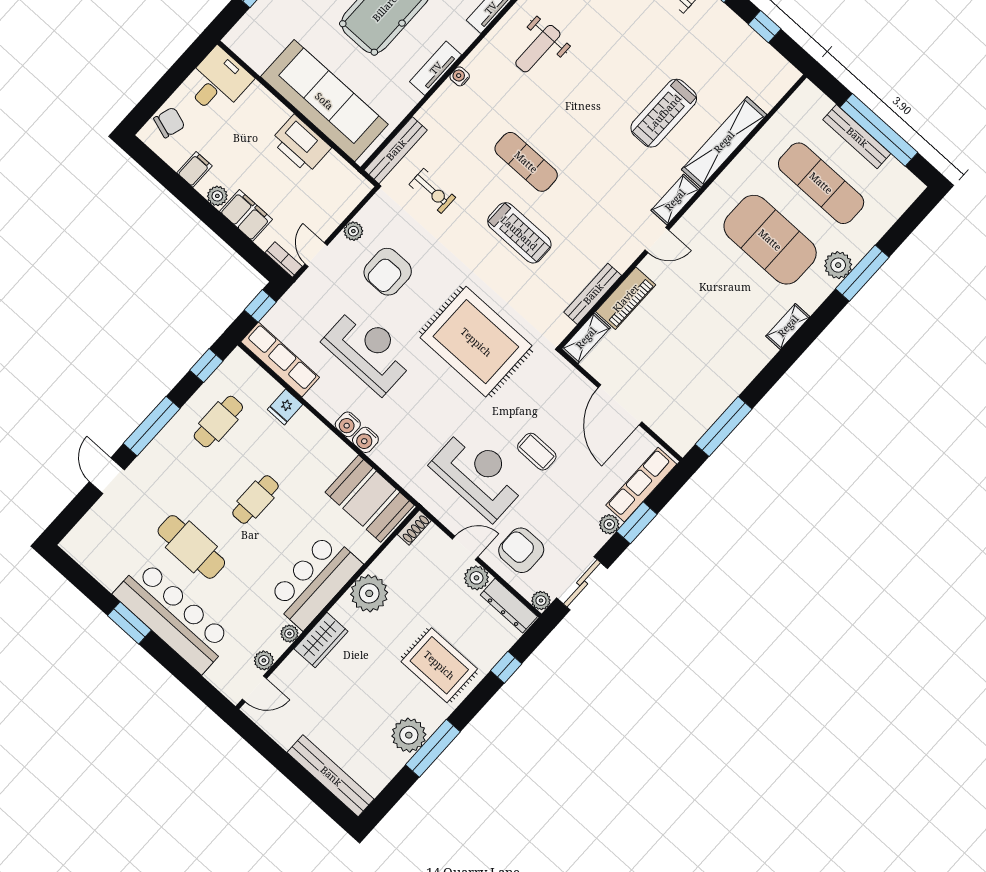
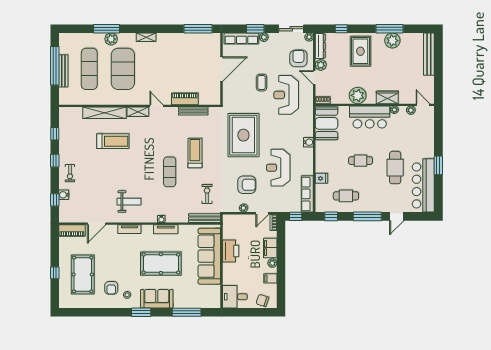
shelving: (586, 338) -> (210, 100), removed
water cooler: (348, 424) -> (309, 153), removed
armchair: (521, 550) -> (298, 58), turned 180
bar counter: (173, 617) -> (423, 185), moved

